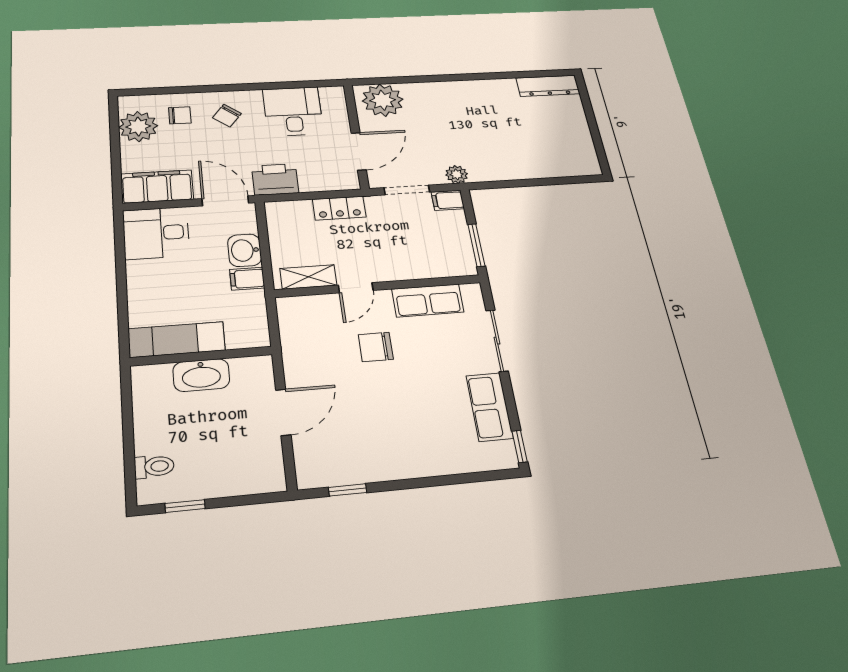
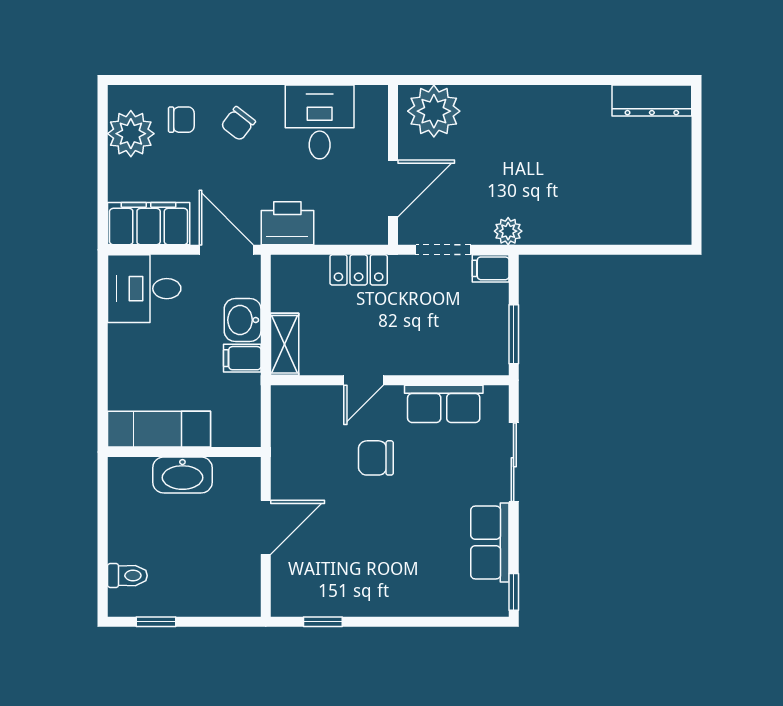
shelving: (308, 277) -> (285, 344), moved, turned 90

